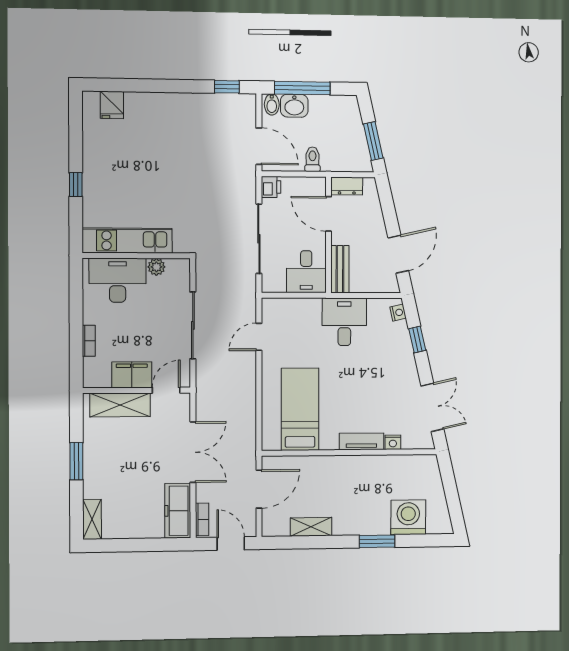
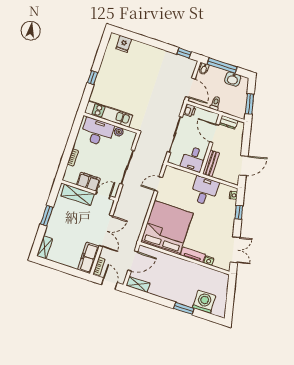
washbasin: (294, 106) -> (233, 79), moved
bed: (300, 409) -> (167, 228), width x2.04
shelving: (311, 527) -> (138, 284), moved

